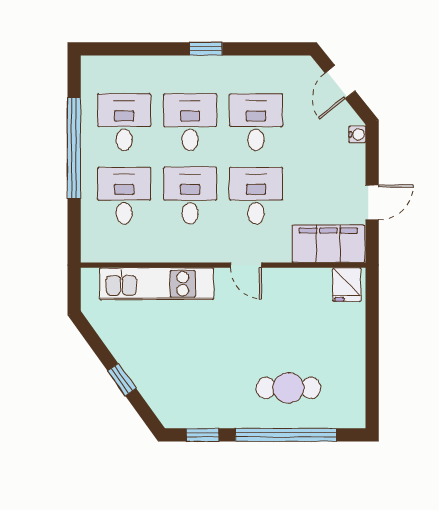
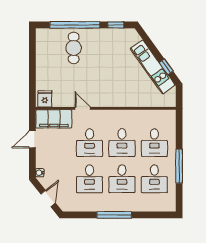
window: (206, 49) -> (114, 215), width x2.17
window: (74, 148) -> (179, 166), width x0.68
door: (246, 265) -> (83, 108), moved
kitchen unit: (157, 284) -> (153, 67), moved, turned -126
window: (122, 380) -> (166, 67), moved
cafe table: (288, 388) -> (74, 48), turned 90

